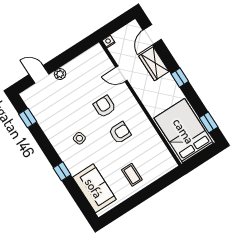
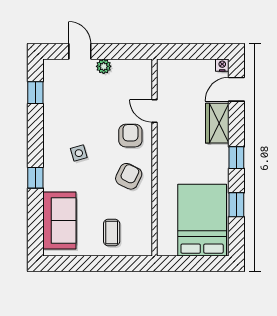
nightstand: (108, 42) -> (222, 65), moved
door: (121, 74) -> (154, 111), moved
wall: (140, 103) -> (154, 158), moved
window: (209, 122) -> (236, 205), moved
armchair: (120, 133) -> (129, 176), turned -64

